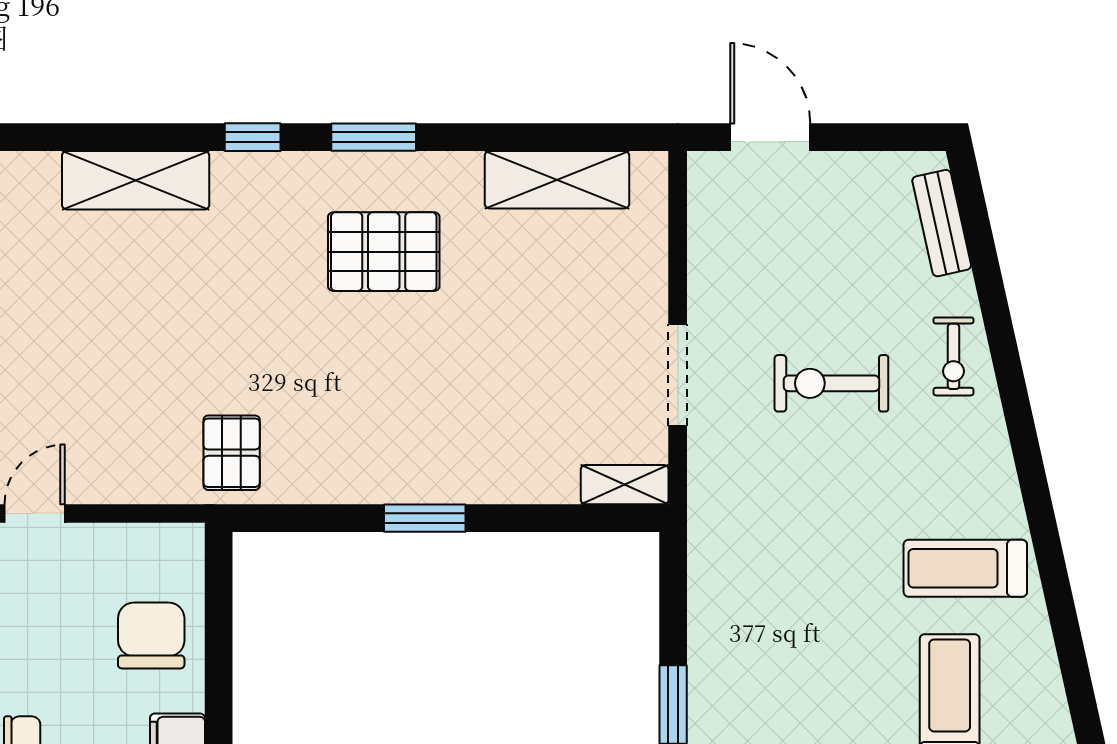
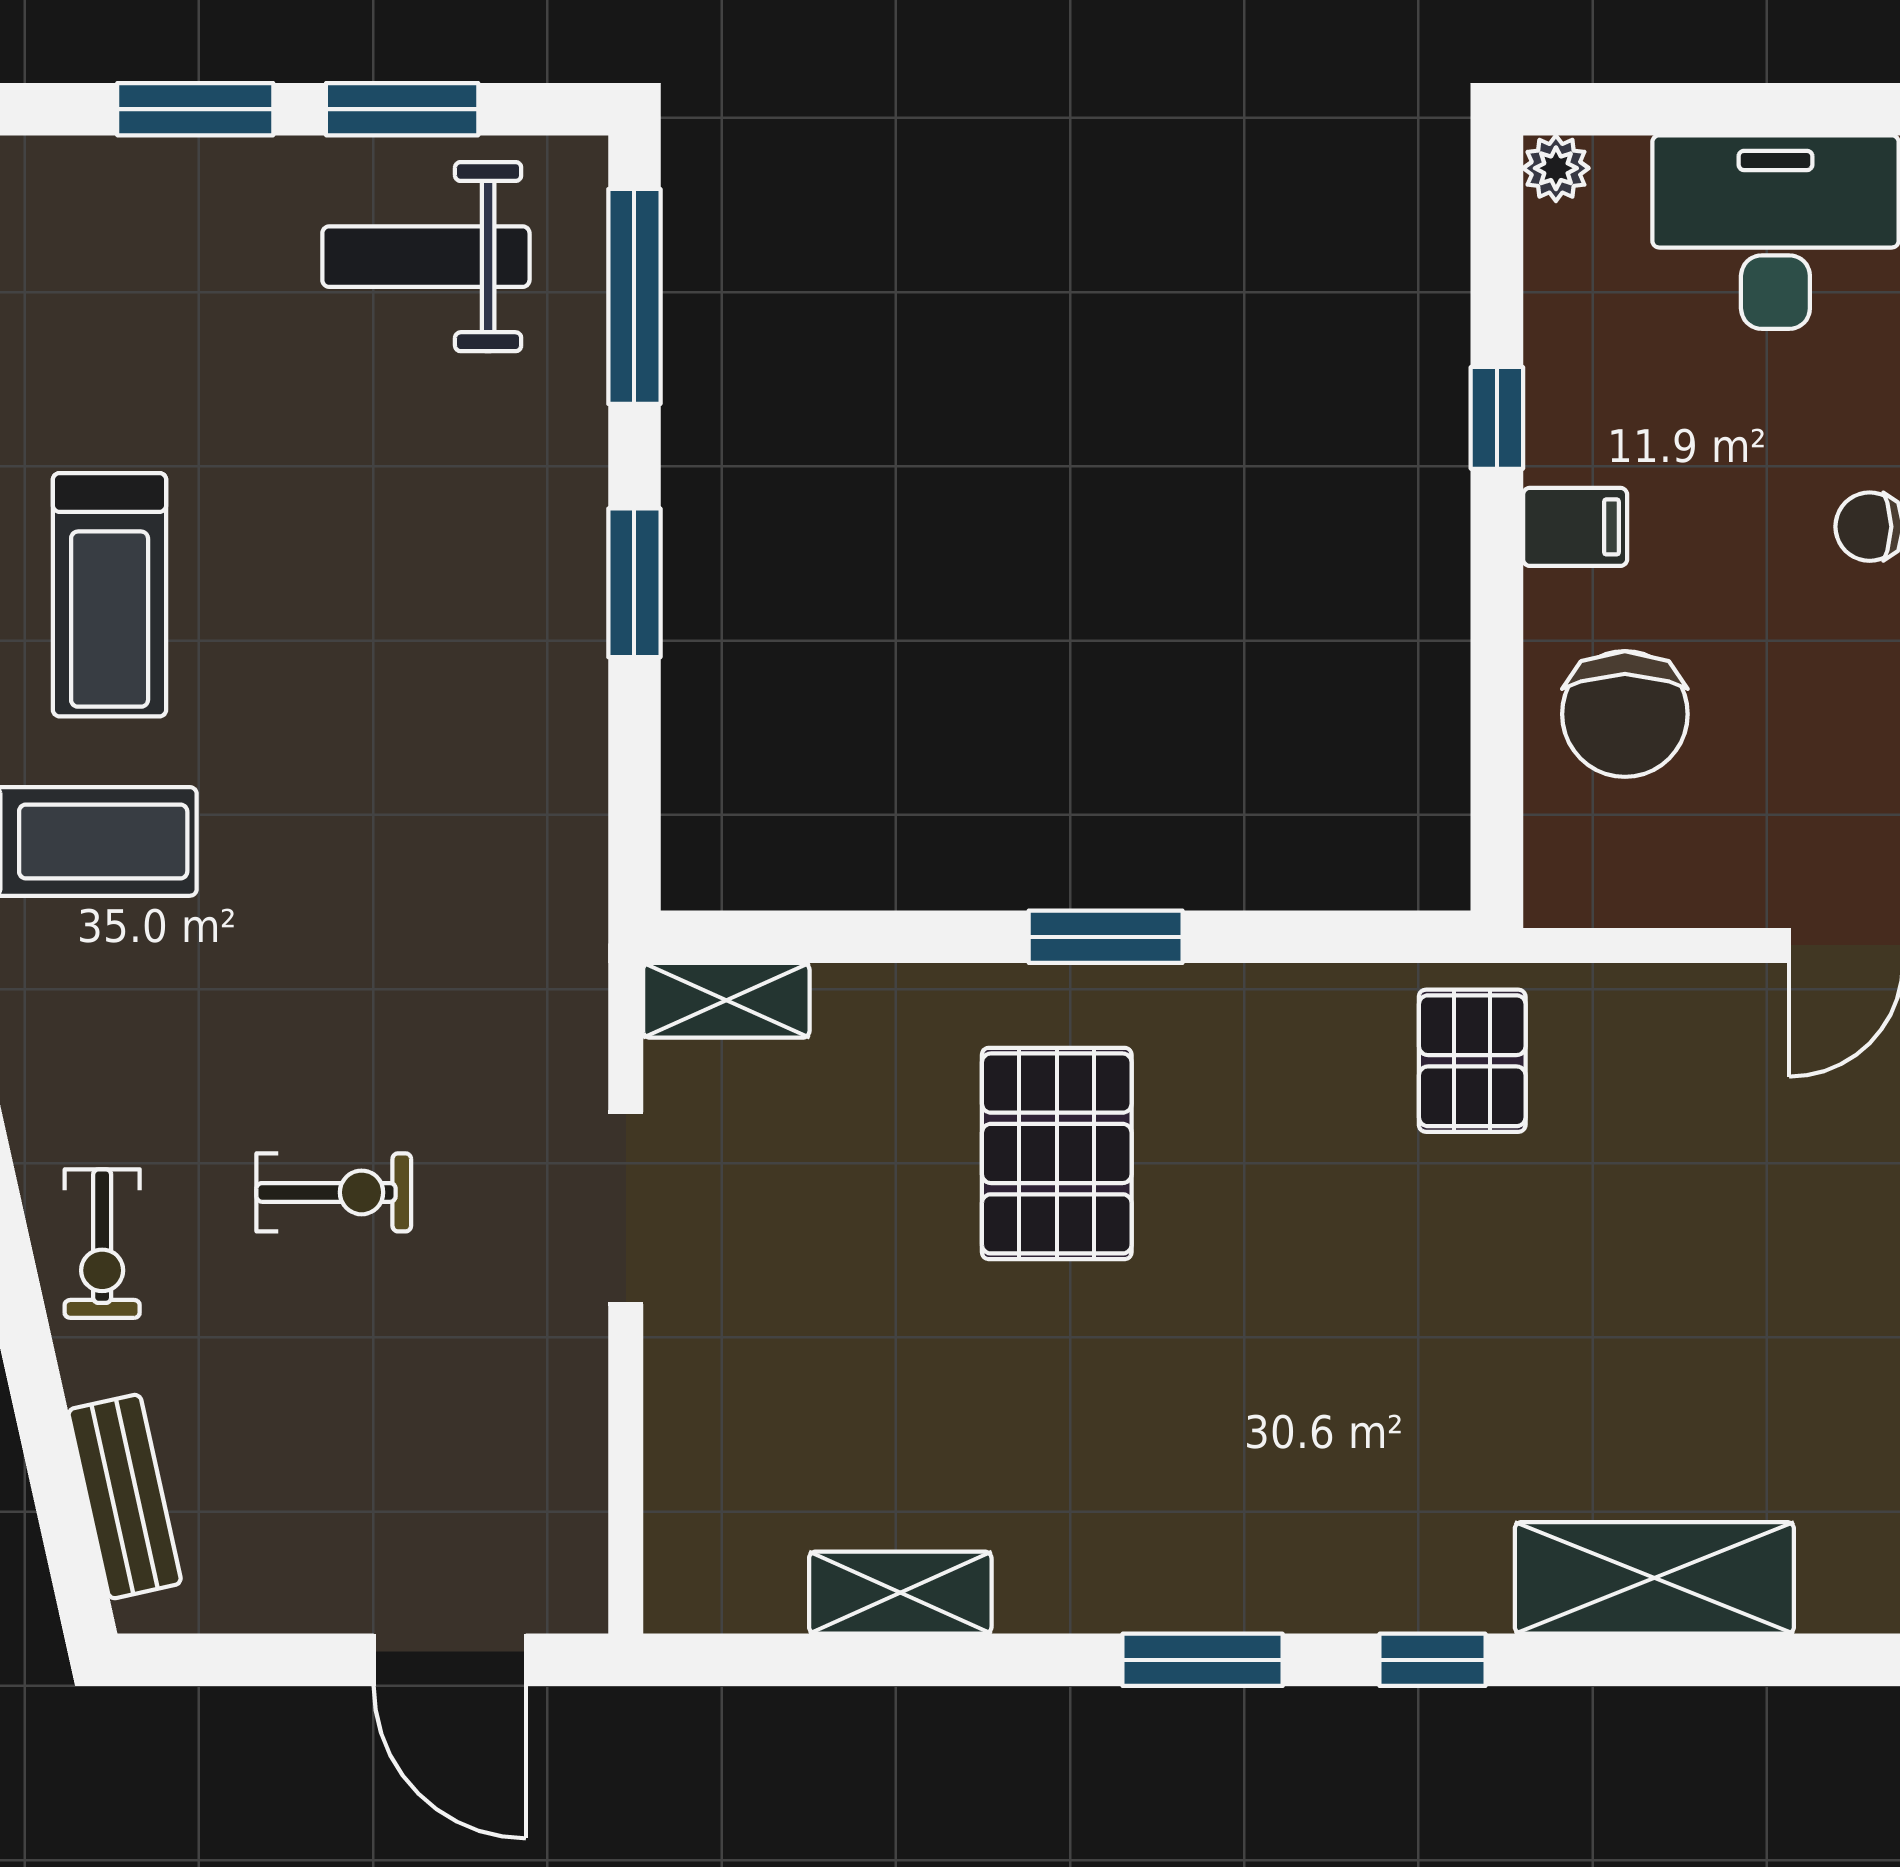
shelving: (557, 180) -> (900, 1593), width x0.67, depth x0.75
pallet: (384, 252) -> (1057, 1153), moved, turned 90
exercise bike: (953, 356) -> (102, 1244), turned 180
exercise bike: (831, 383) -> (334, 1192), width x0.73, depth x0.72

